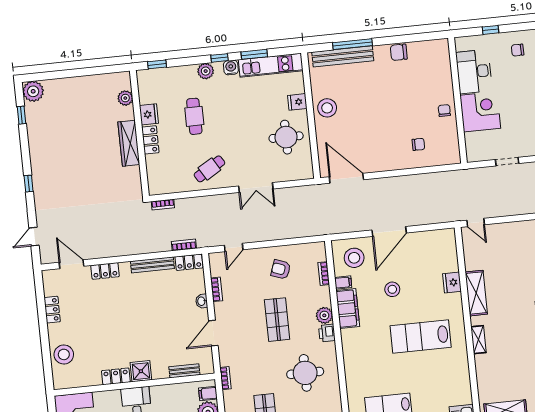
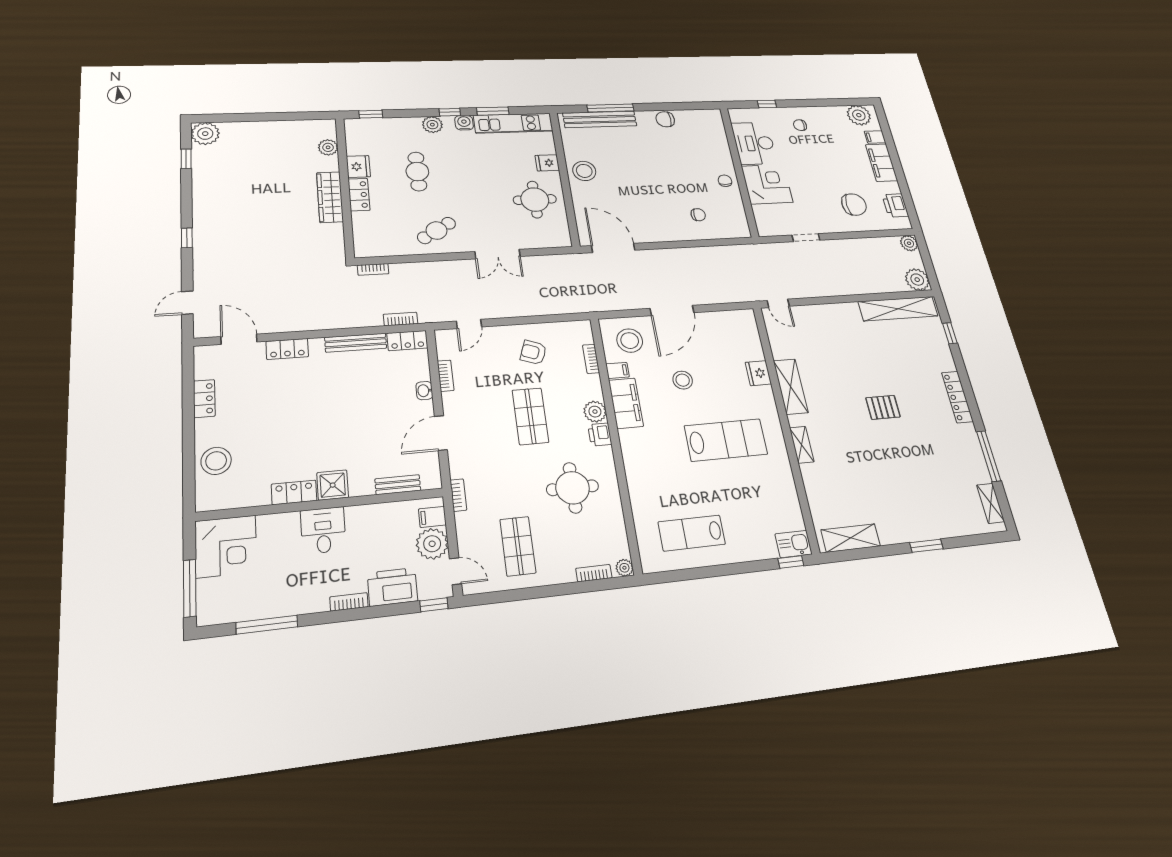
lab bench: (421, 336) -> (726, 440), turned 180

